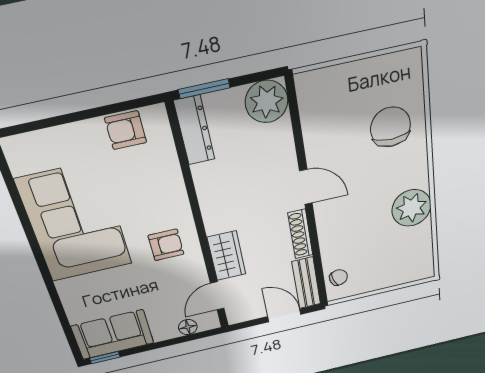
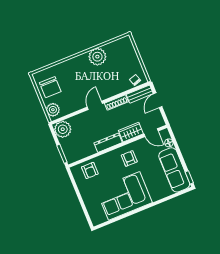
plant: (321, 85) -> (53, 110), added
chair: (390, 127) -> (50, 87), moved, turned -90
armchair: (126, 130) -> (90, 170), moved
dresser: (194, 130) -> (108, 143), moved
sofa: (113, 335) -> (174, 170), width x1.36

